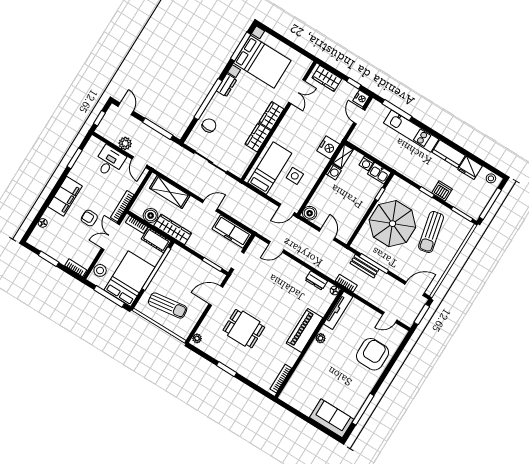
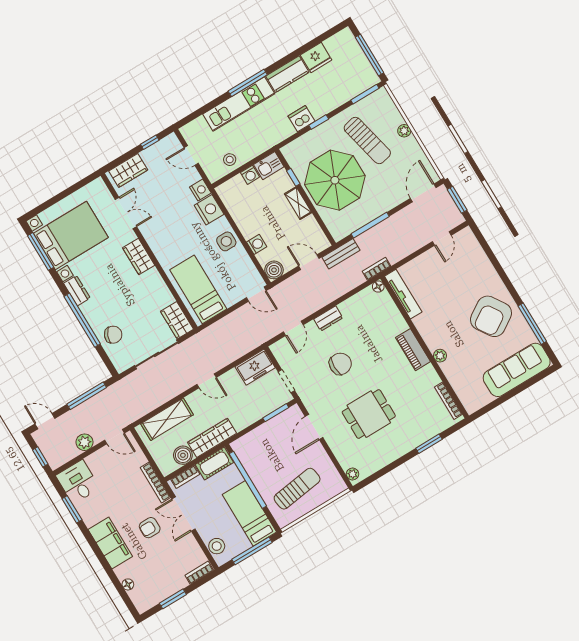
nightstand: (361, 98) -> (200, 190), moved
window: (397, 110) -> (248, 83), moved
chair: (209, 125) -> (113, 335), turned 112
wardrobe: (258, 138) -> (177, 320), moved
shelving: (343, 156) -> (298, 203), moved
desk: (110, 161) -> (78, 482), moved
washing machine: (334, 172) -> (257, 244), moved
side table: (295, 176) -> (226, 241), moved
stool: (491, 178) -> (230, 160), moved
dishwasher: (442, 191) -> (301, 119), moved
door: (210, 206) -> (207, 381), swing flipped
door: (287, 209) -> (256, 294), hinge flipped
freezer: (232, 232) -> (255, 367), width x0.71
plant: (451, 254) -> (404, 131), added
bench: (365, 266) -> (341, 254), moved
bed: (130, 279) -> (249, 513), width x0.67
dresser: (316, 280) -> (328, 318), moved
chair: (268, 292) -> (340, 364), added
piano: (305, 331) -> (413, 350), width x0.73, depth x0.75
plant: (321, 338) -> (440, 356), moved
armchair: (373, 354) -> (491, 316), moved, turned -123
window: (227, 369) -> (429, 444), moved
sofa: (332, 418) -> (517, 370), width x1.36

